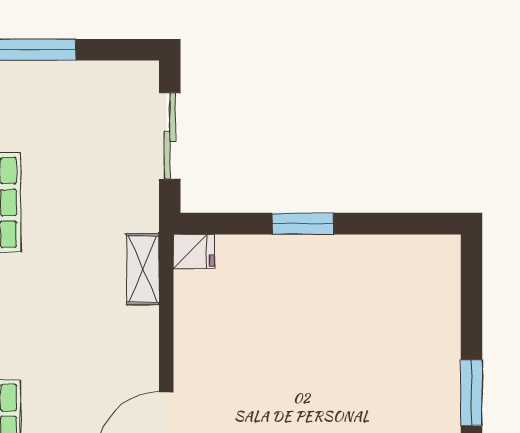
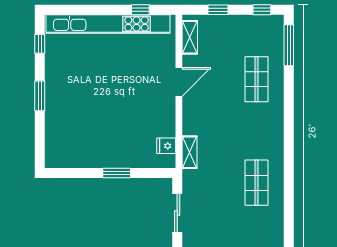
fridge: (194, 252) -> (166, 146), moved

